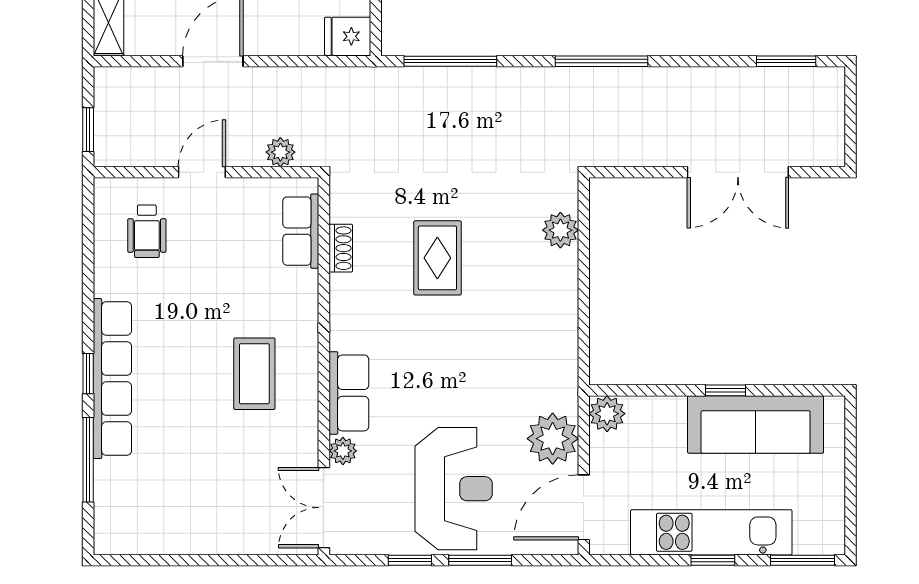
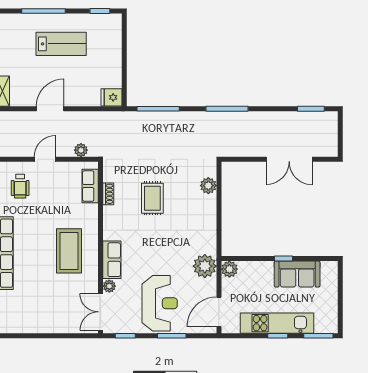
coffee table: (254, 374) -> (69, 251), width x1.36, depth x1.32
sofa: (756, 424) -> (297, 274), width x0.73
plant: (553, 439) -> (205, 266), moved
window: (410, 560) -> (125, 336), moved

